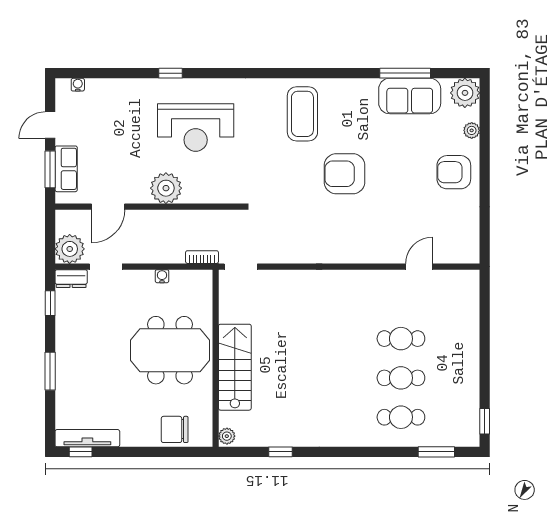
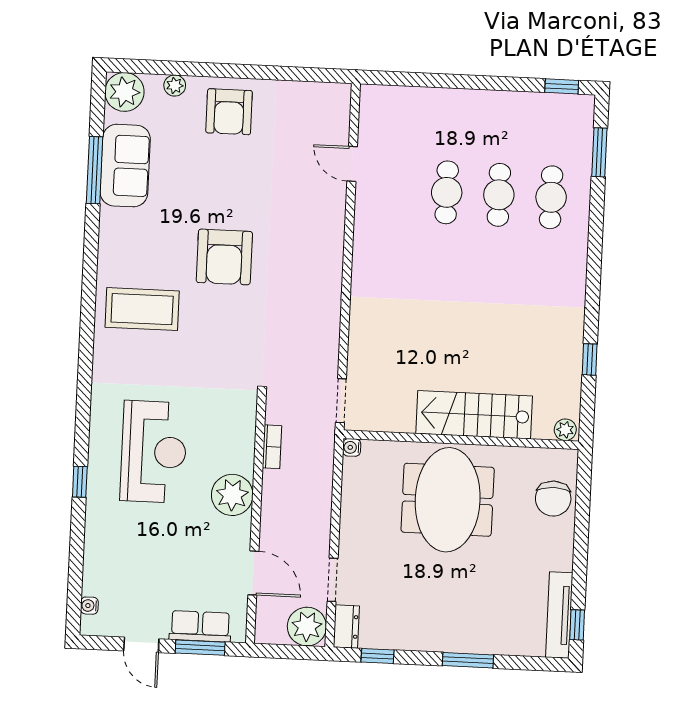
bookcase: (202, 257) -> (272, 447), moved, turned 180
water cooler: (162, 276) -> (352, 447), moved

